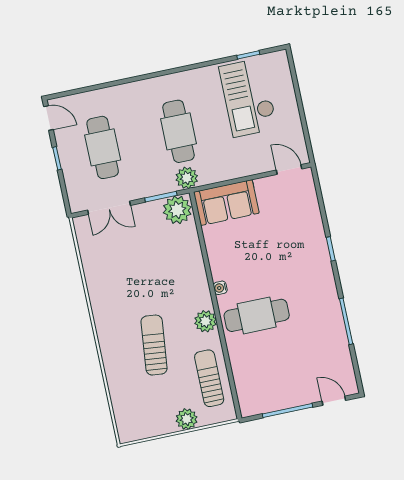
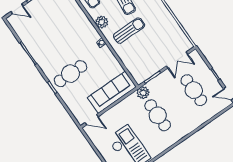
sofa: (226, 203) -> (112, 92), width x1.36
double door: (109, 208) -> (177, 60), swing flipped
plant: (177, 210) -> (141, 74), removed
sun lounger: (167, 289) -> (129, 31), added
cafe table: (257, 315) -> (70, 74), moved

